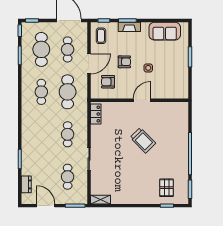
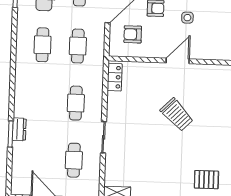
cafe table: (68, 92) -> (78, 46), width x0.73, depth x0.74
dresser: (26, 184) -> (19, 129), moved
pallet: (167, 188) -> (206, 180), turned 90

